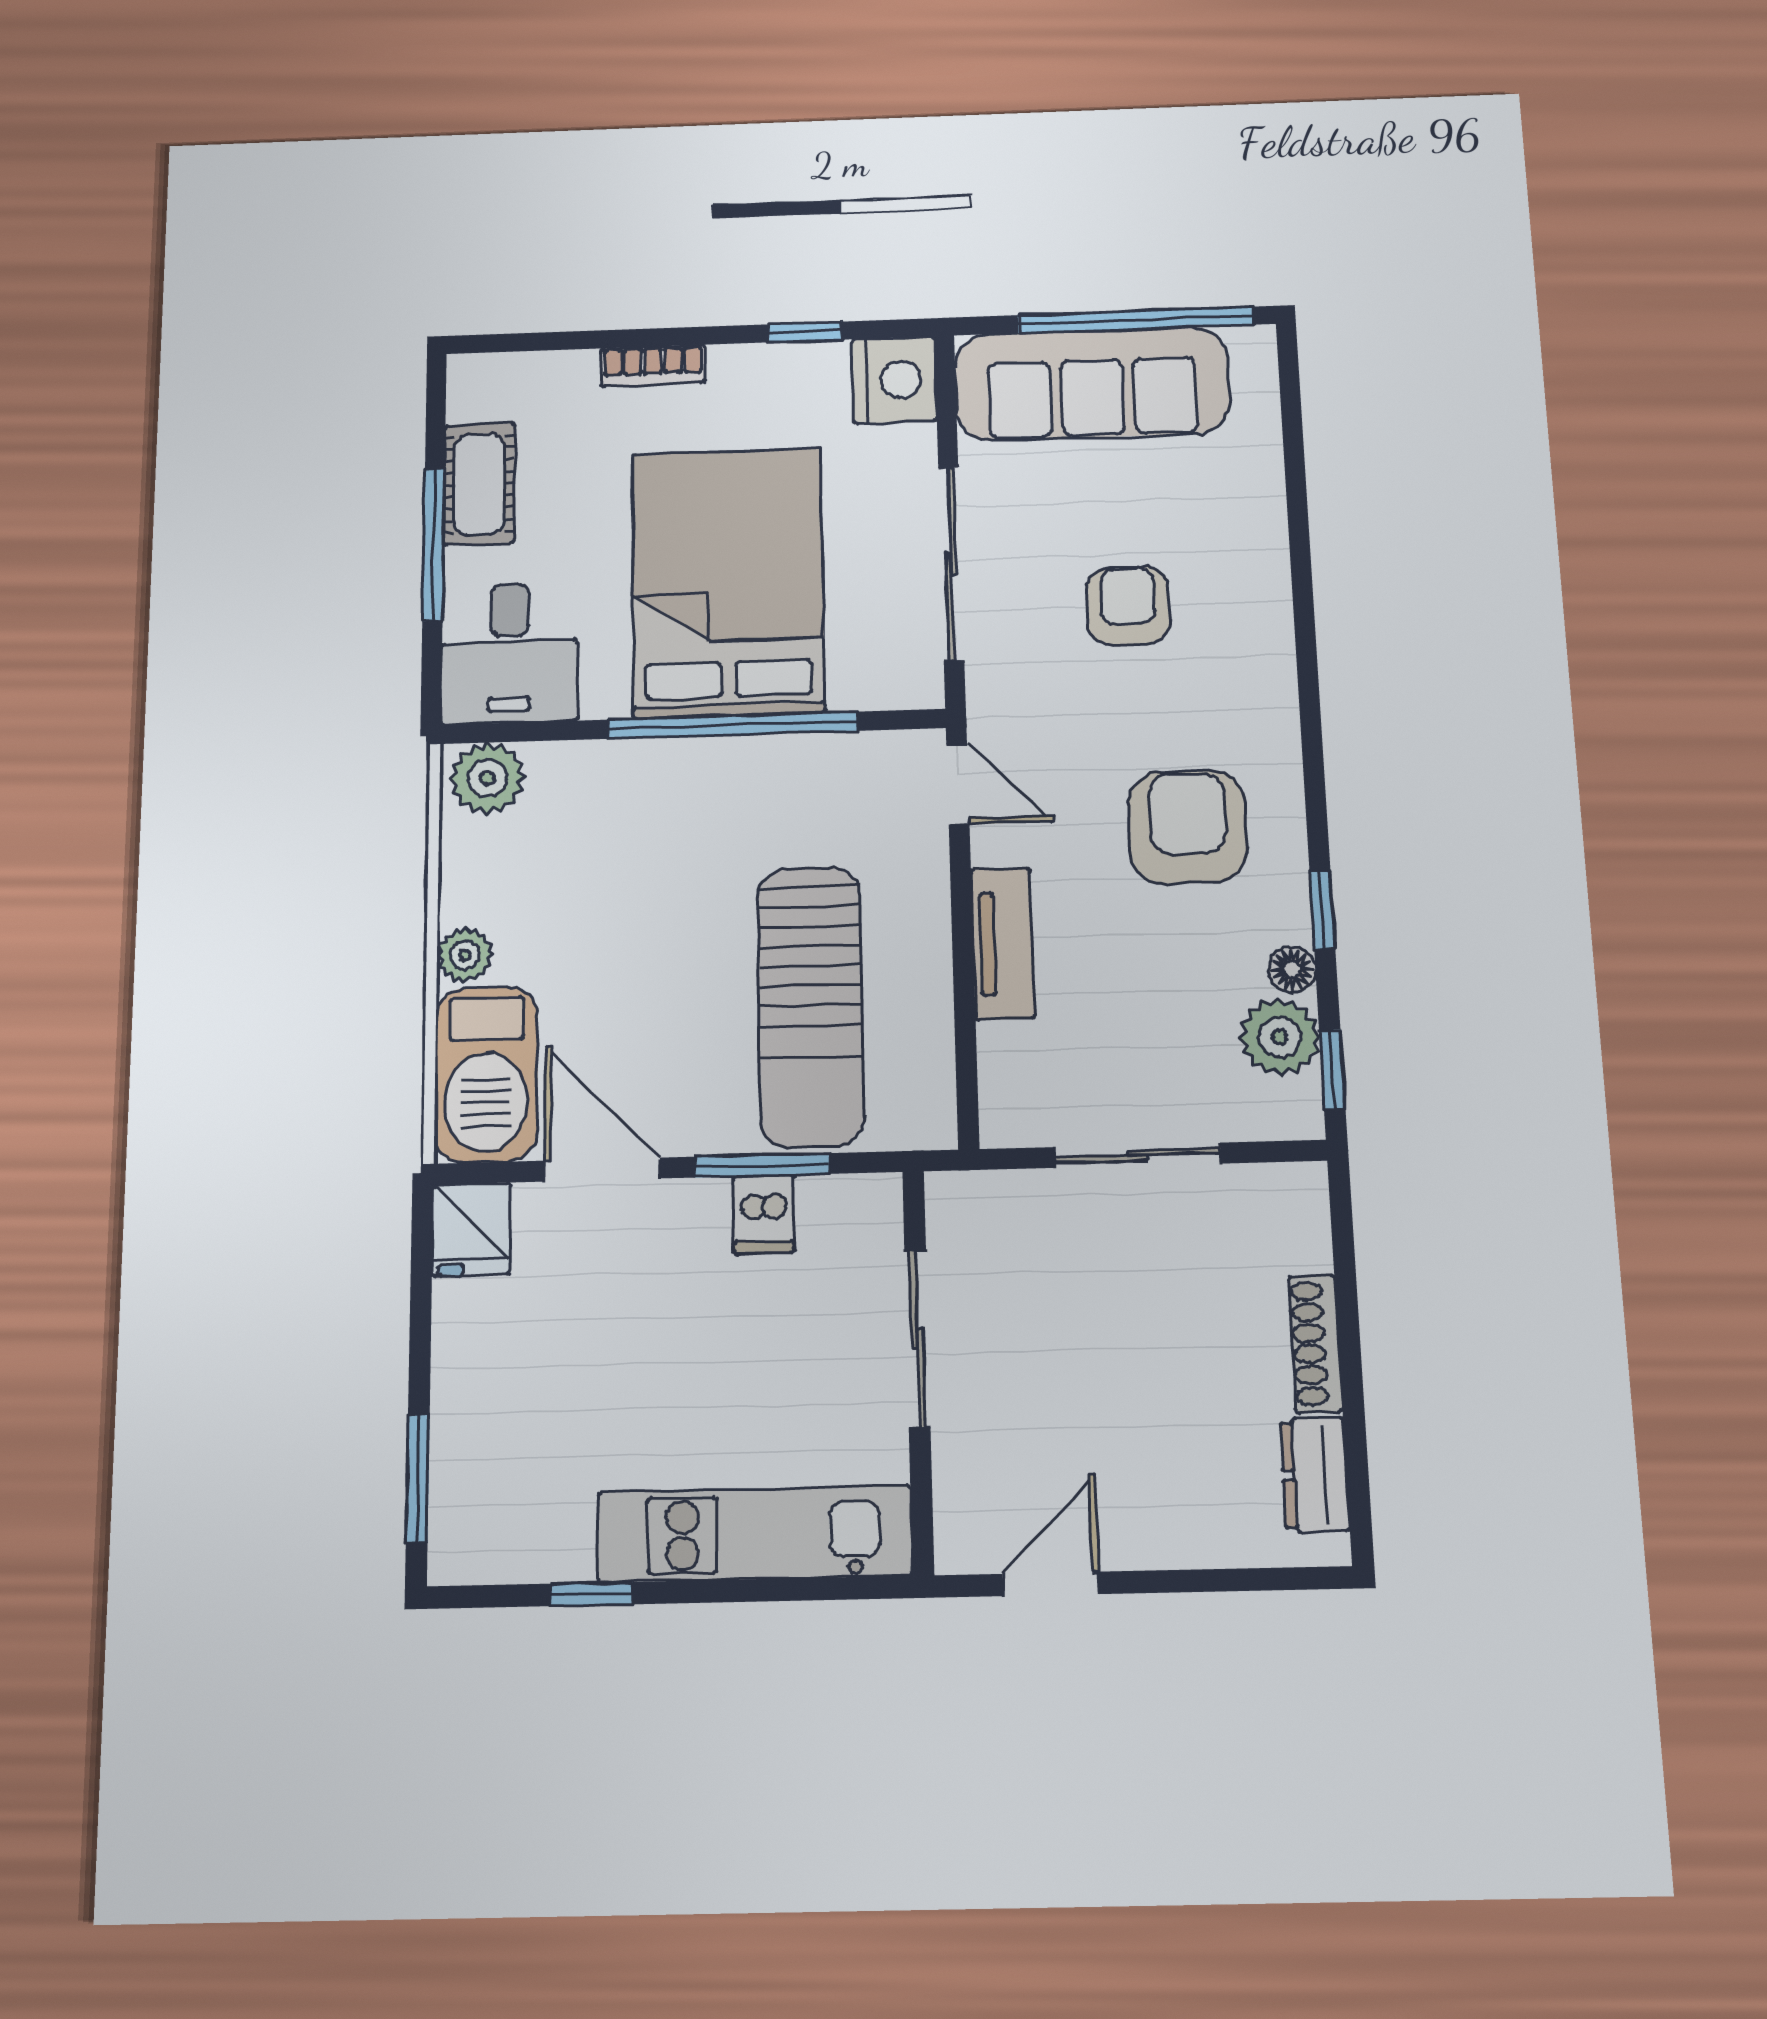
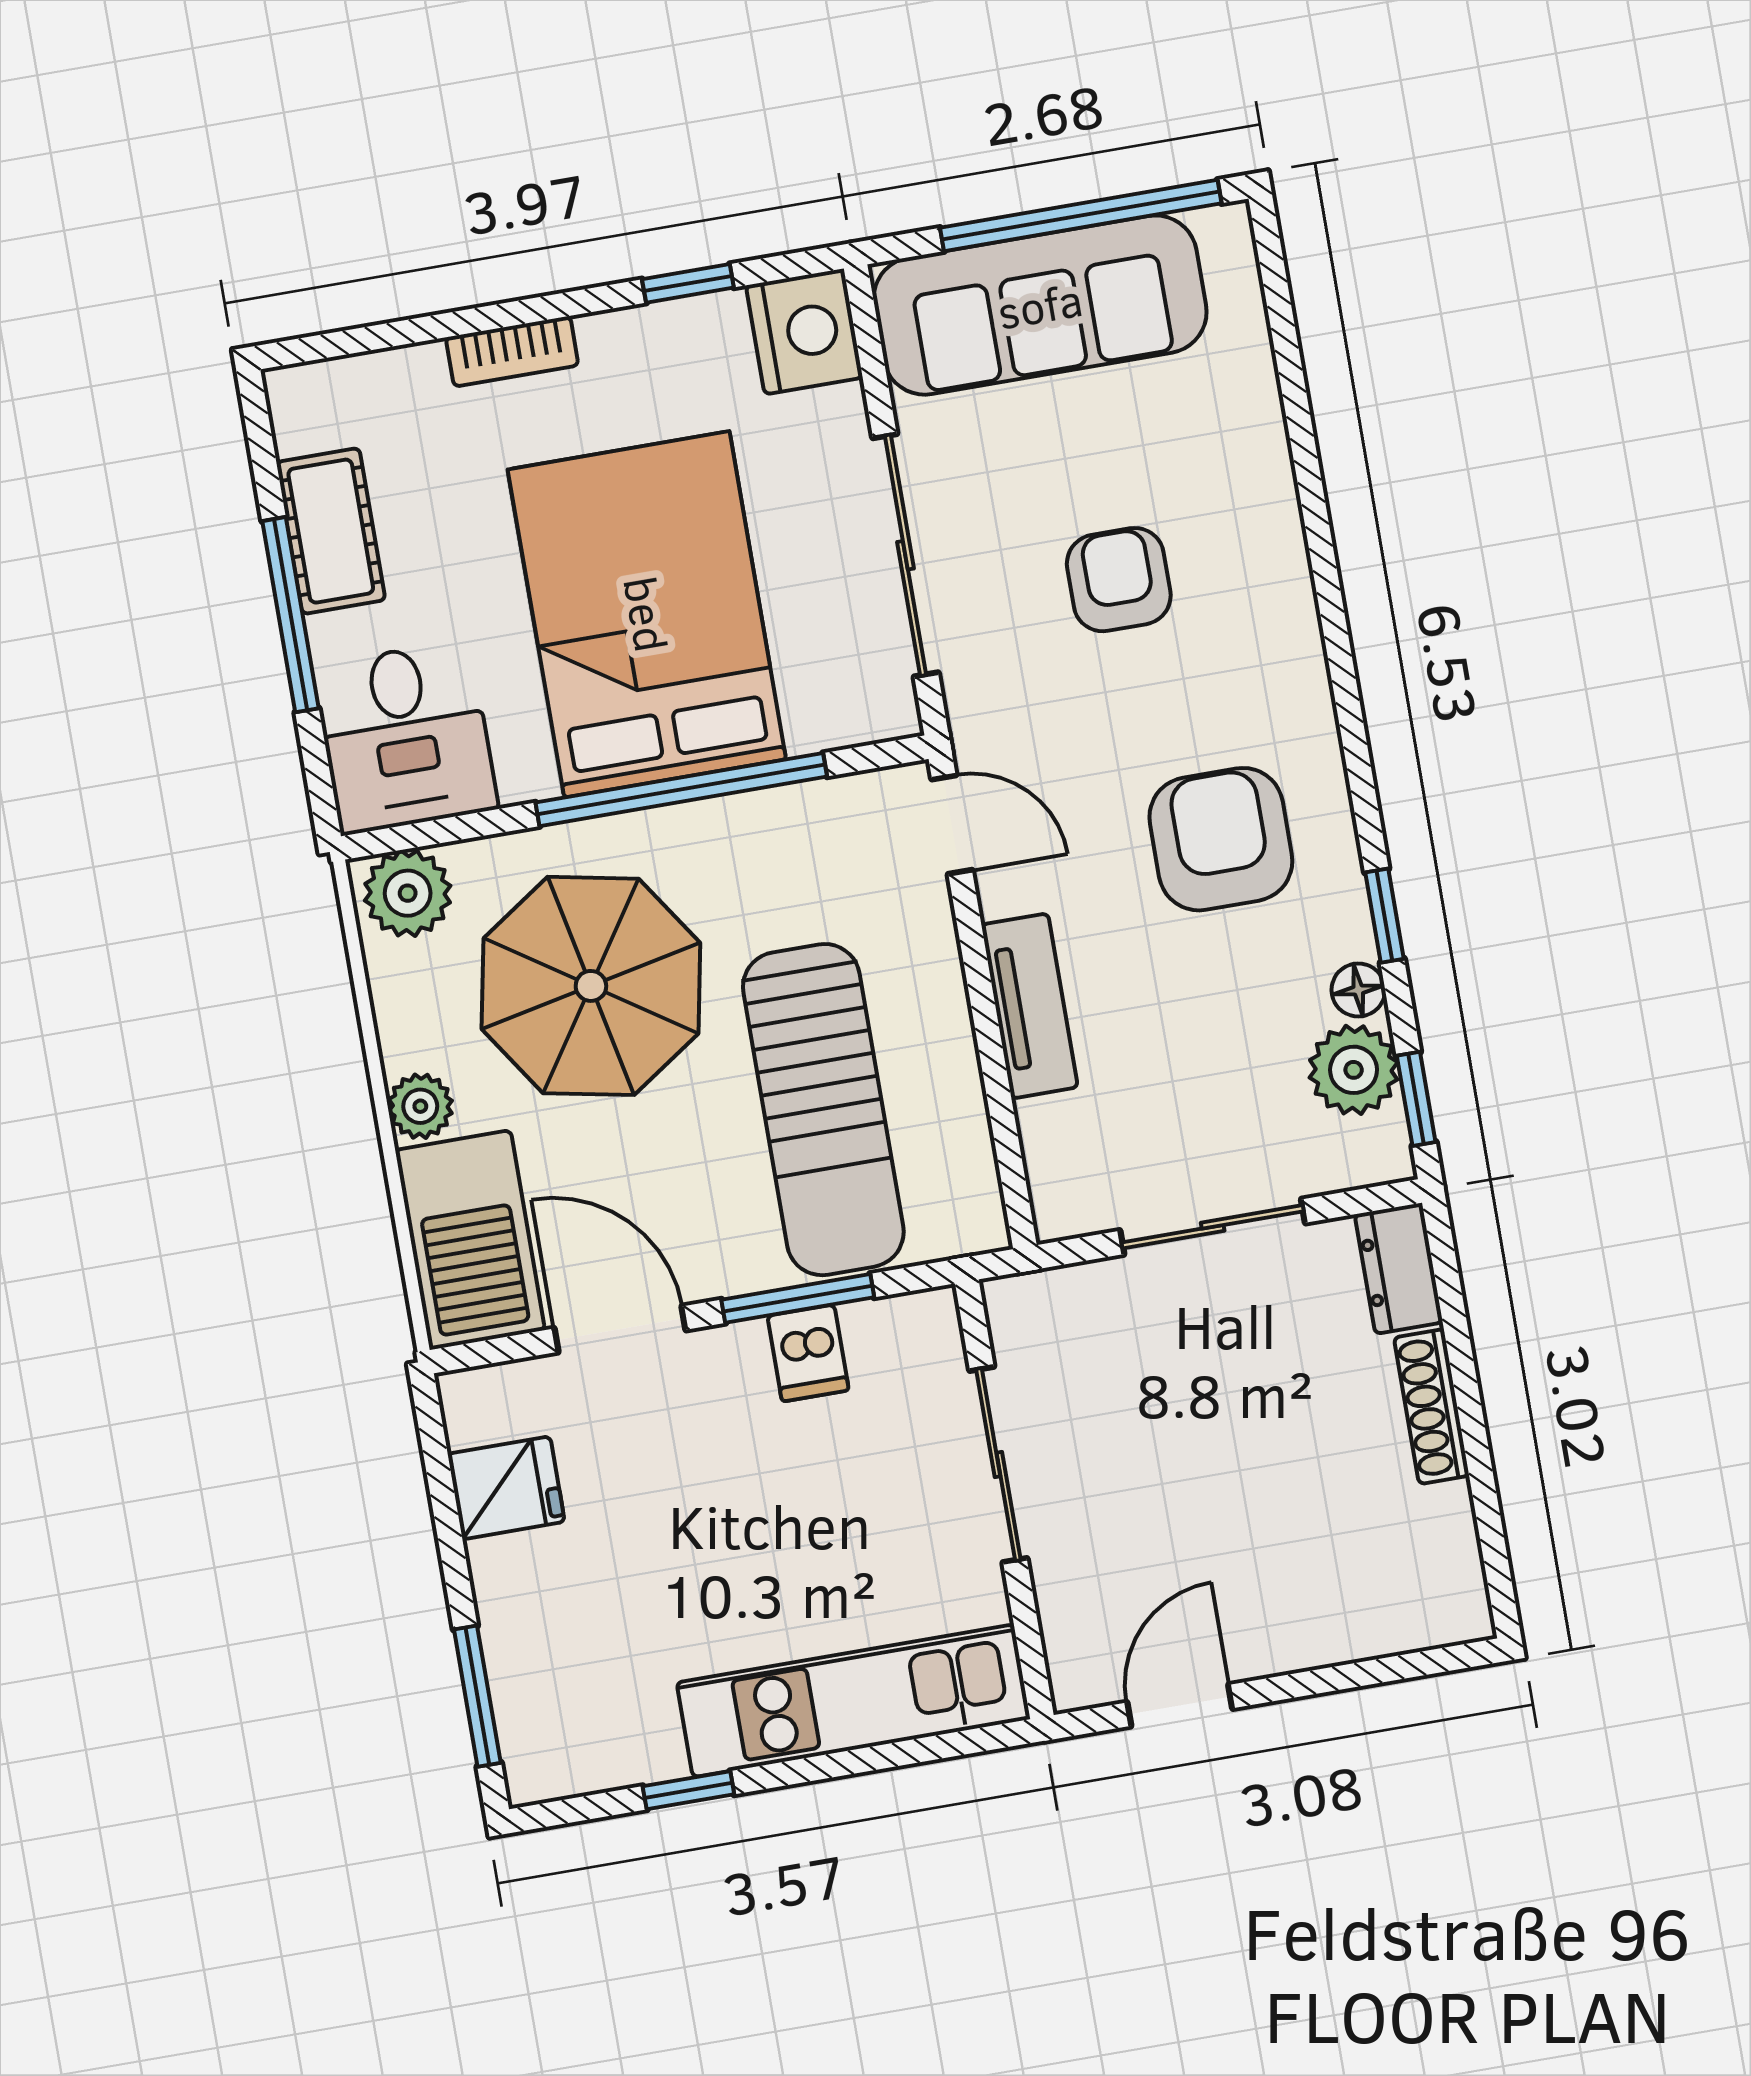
parasol: (628, 875) -> (591, 986), added
fridge: (471, 1229) -> (506, 1488), moved, turned -90
dresser: (1315, 1475) -> (1399, 1268), moved

